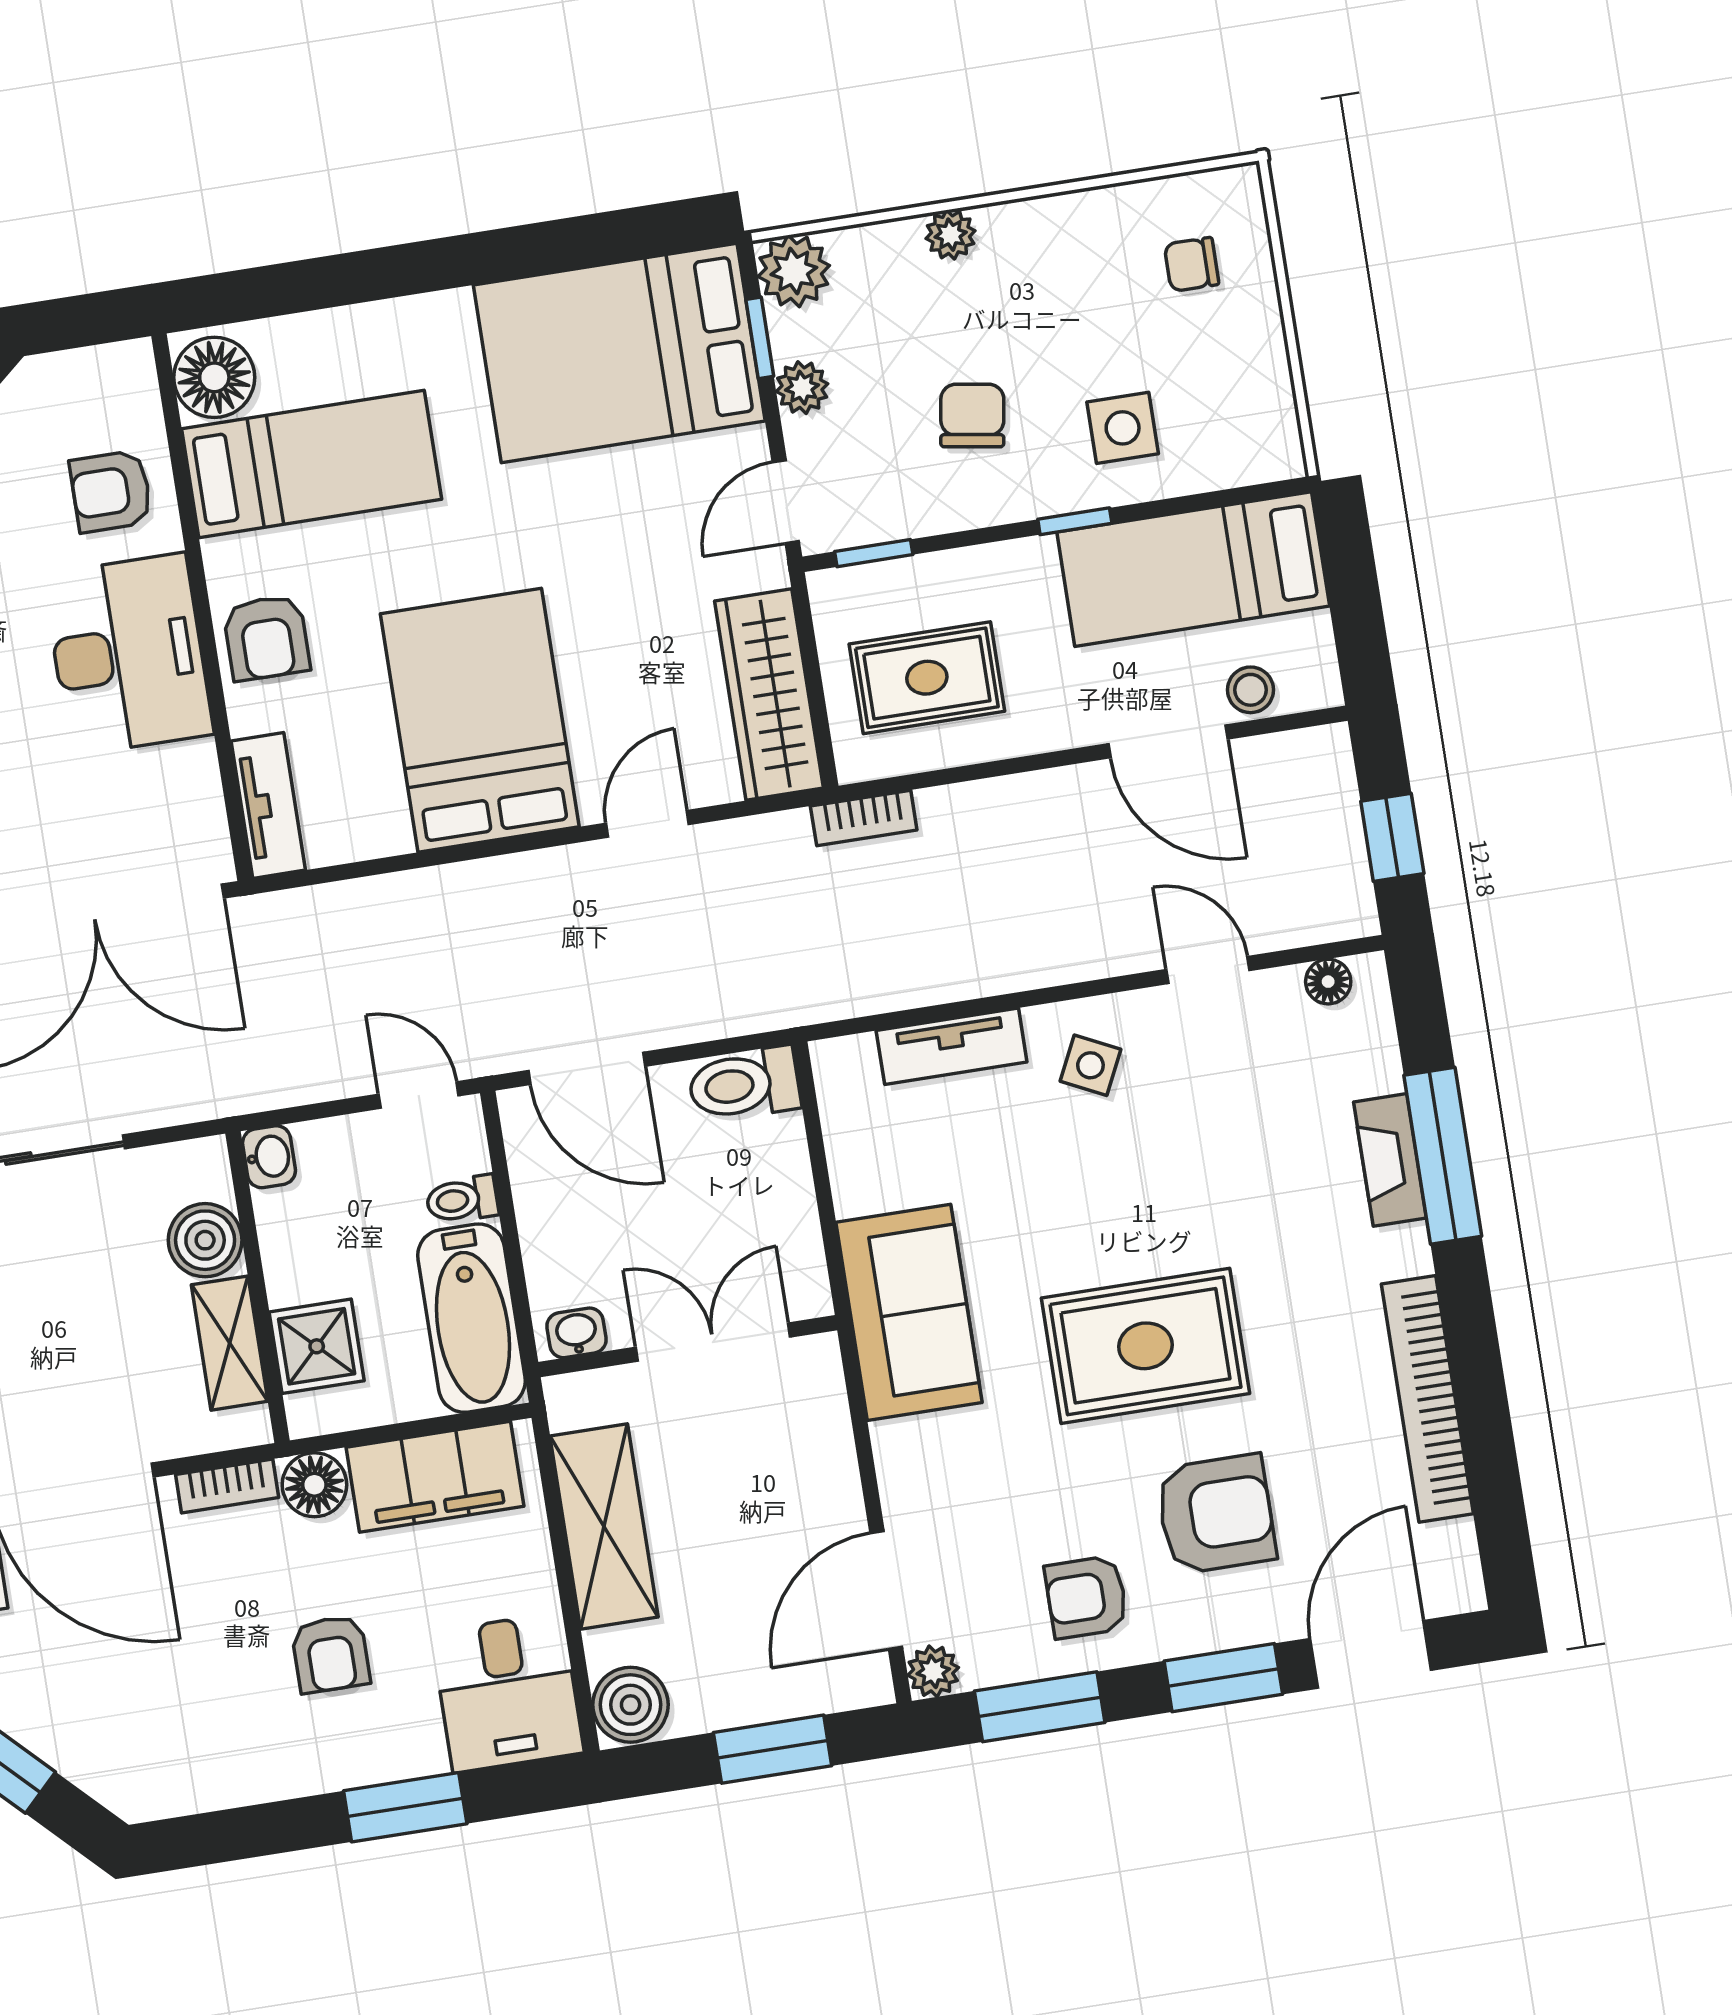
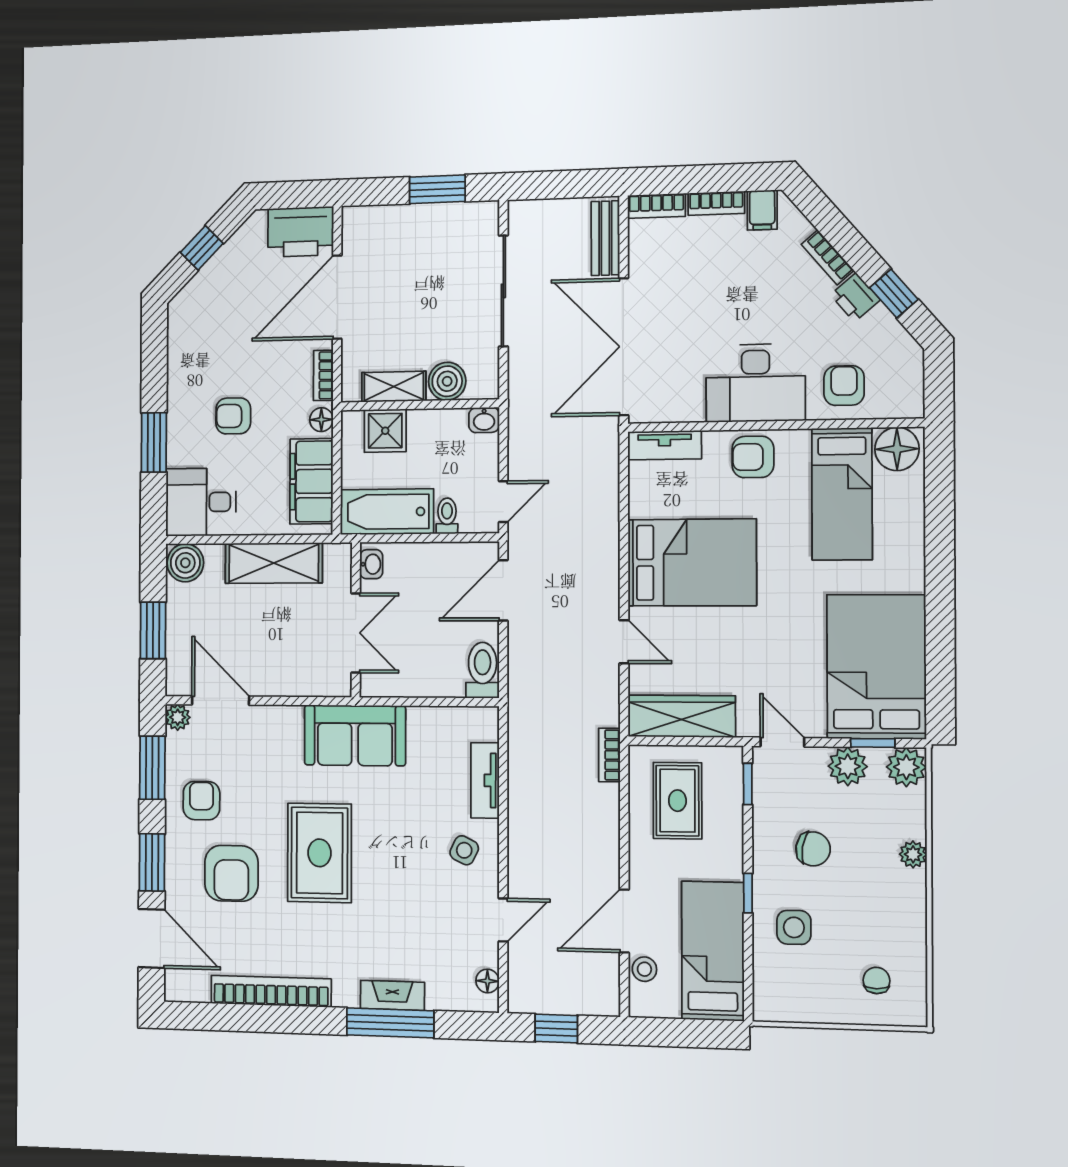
plant: (802, 388) -> (848, 766), width x1.38, depth x1.38
floor lamp: (314, 1485) -> (321, 420), width x0.73, depth x0.73

